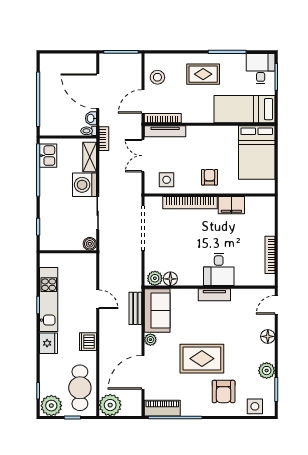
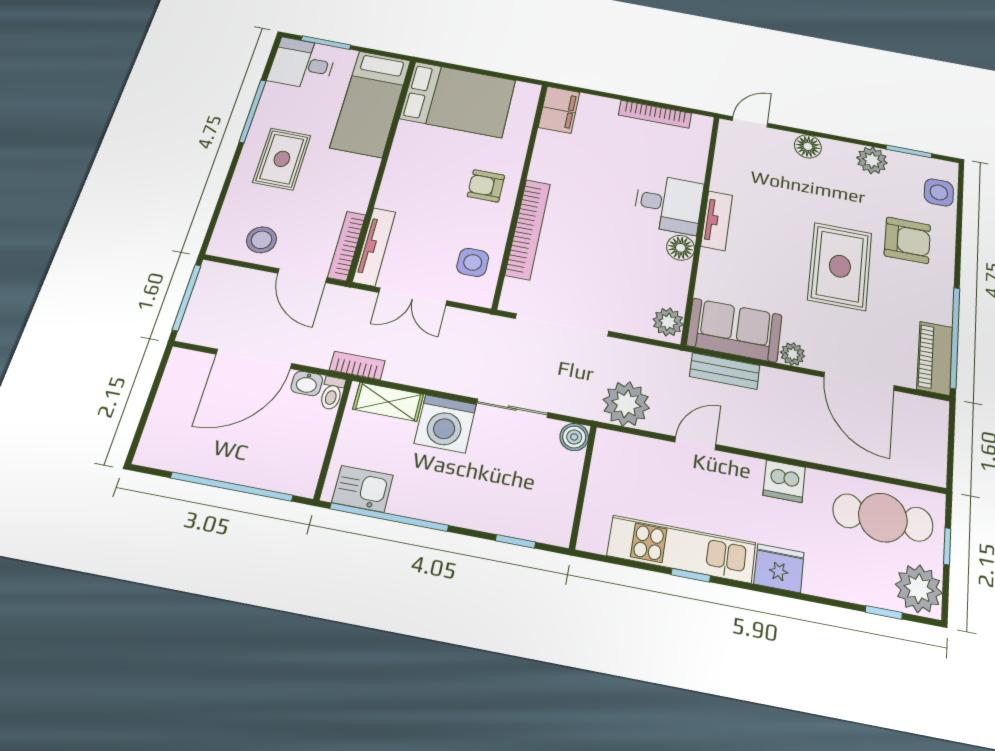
filing cabinet: (231, 205) -> (559, 110), moved
floor lamp: (170, 279) -> (681, 248), moved
door: (276, 305) -> (750, 122), swing flipped
plant: (110, 405) -> (626, 404), moved

